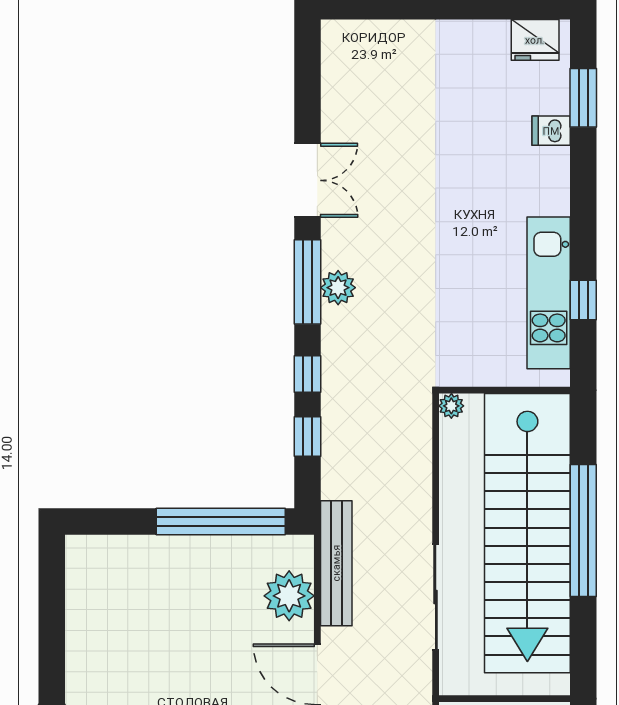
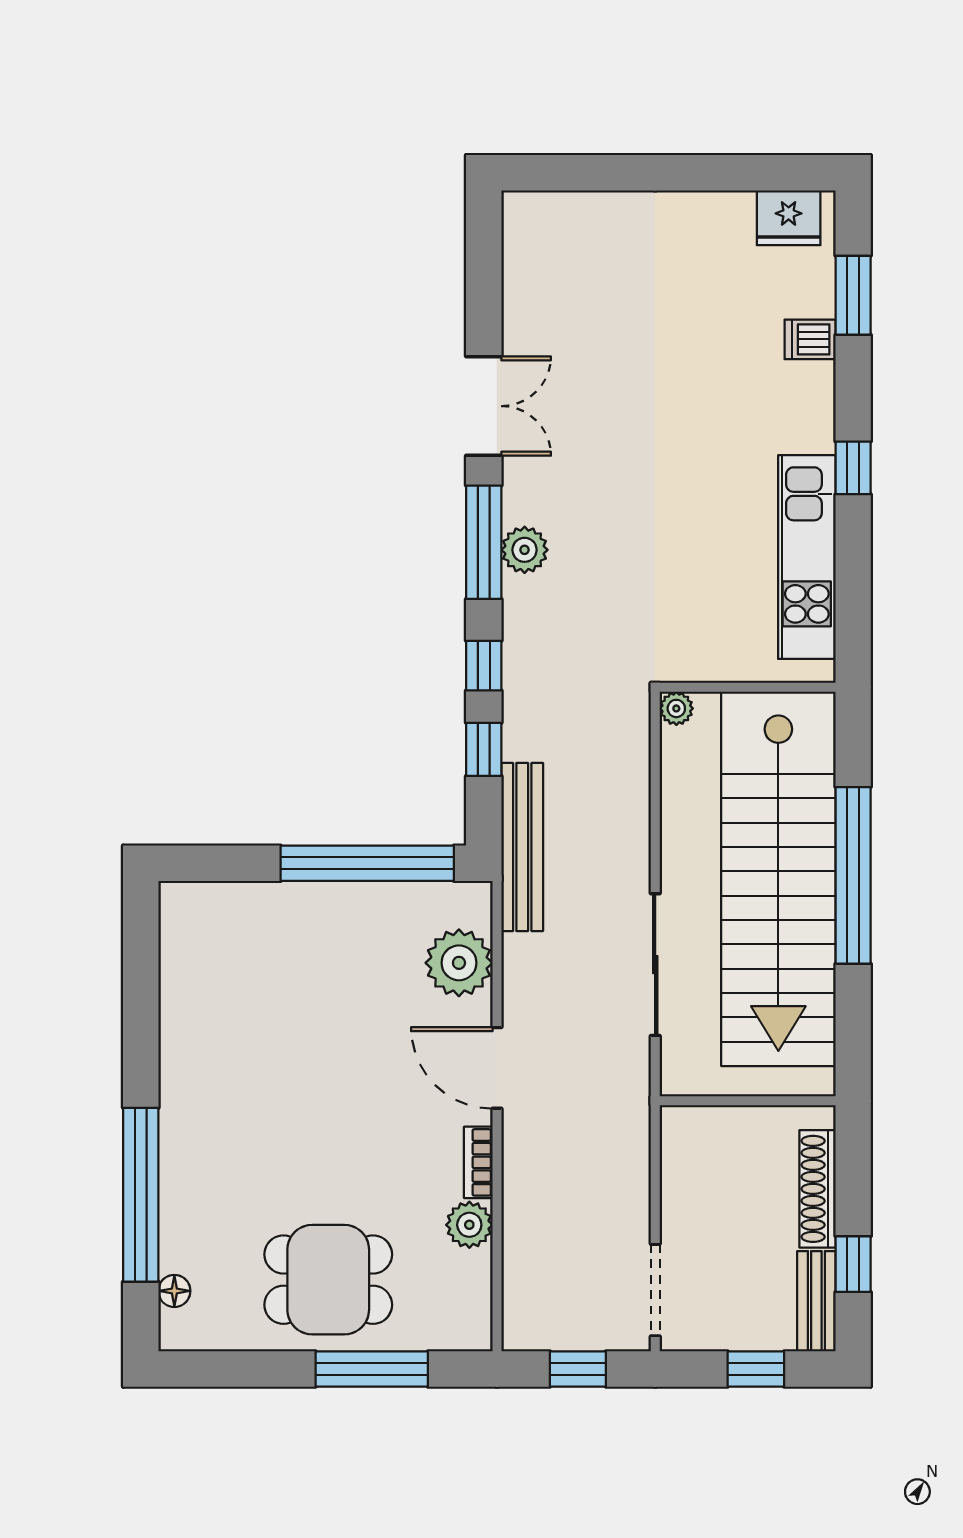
window: (583, 300) -> (853, 468), moved
bench: (336, 563) -> (522, 847), moved

